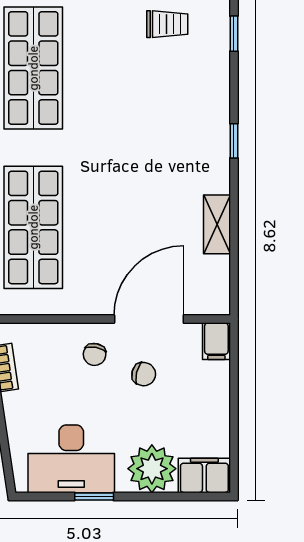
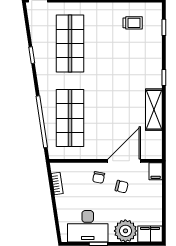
shelving: (217, 224) -> (154, 110), width x1.50, depth x1.33

